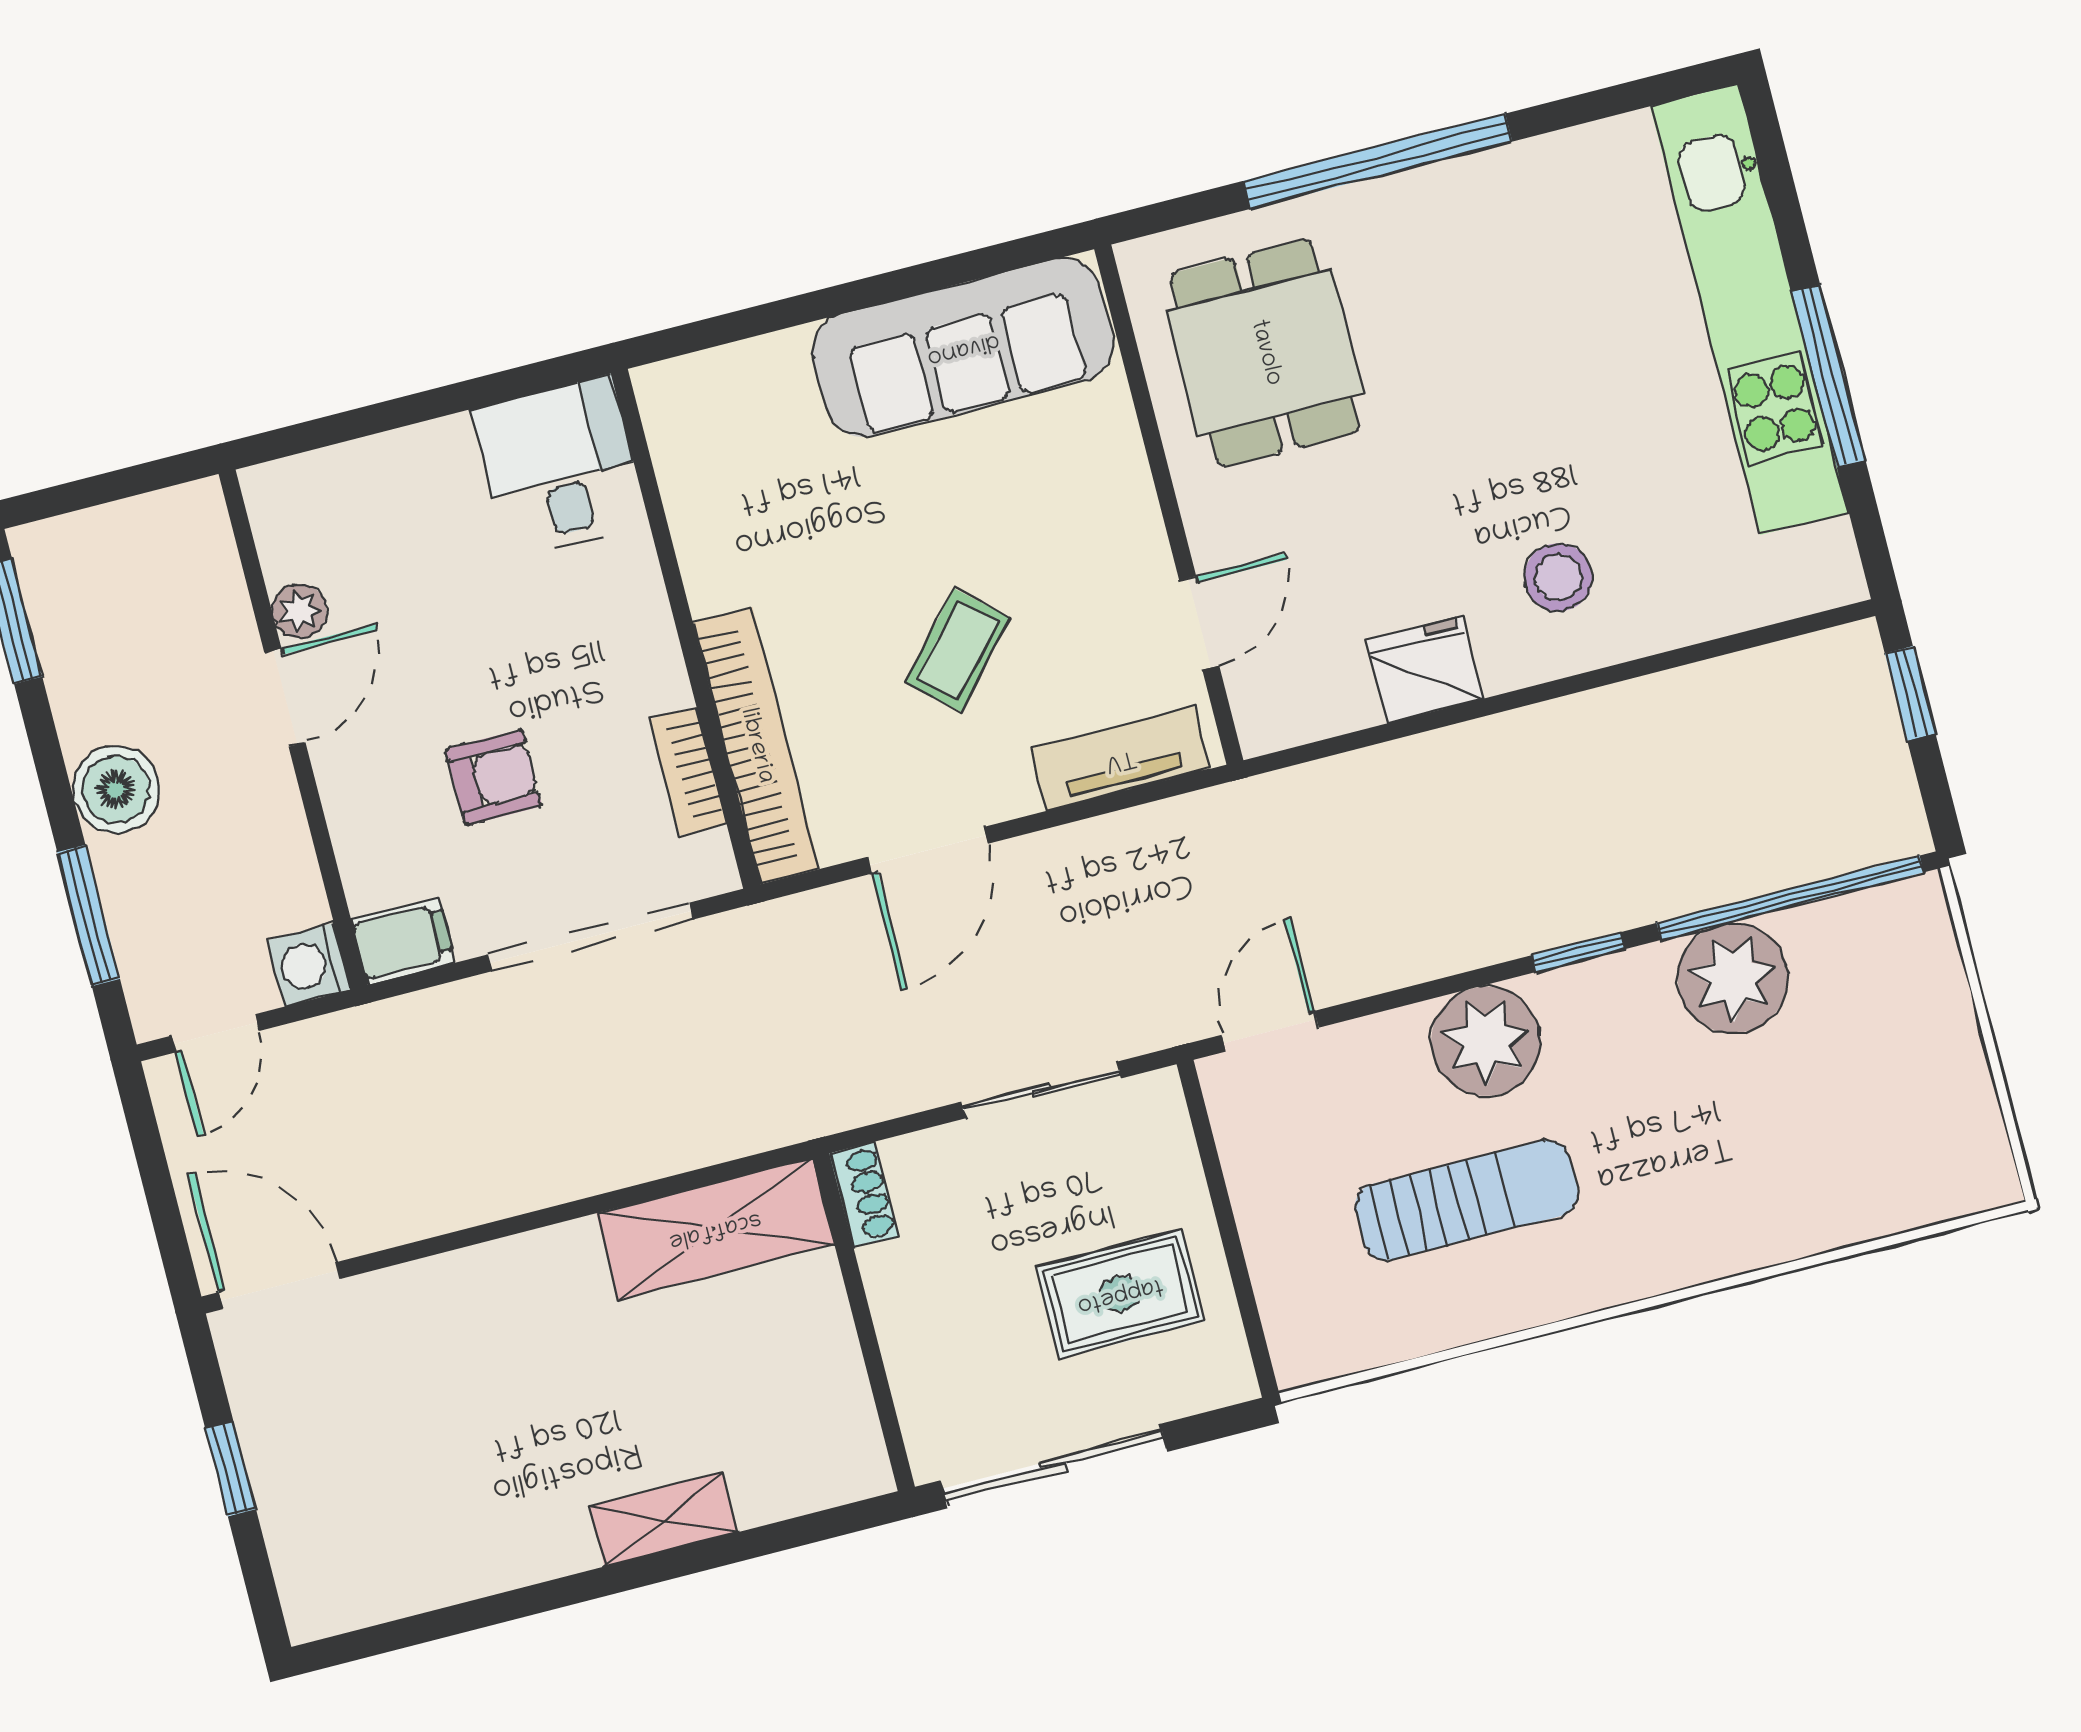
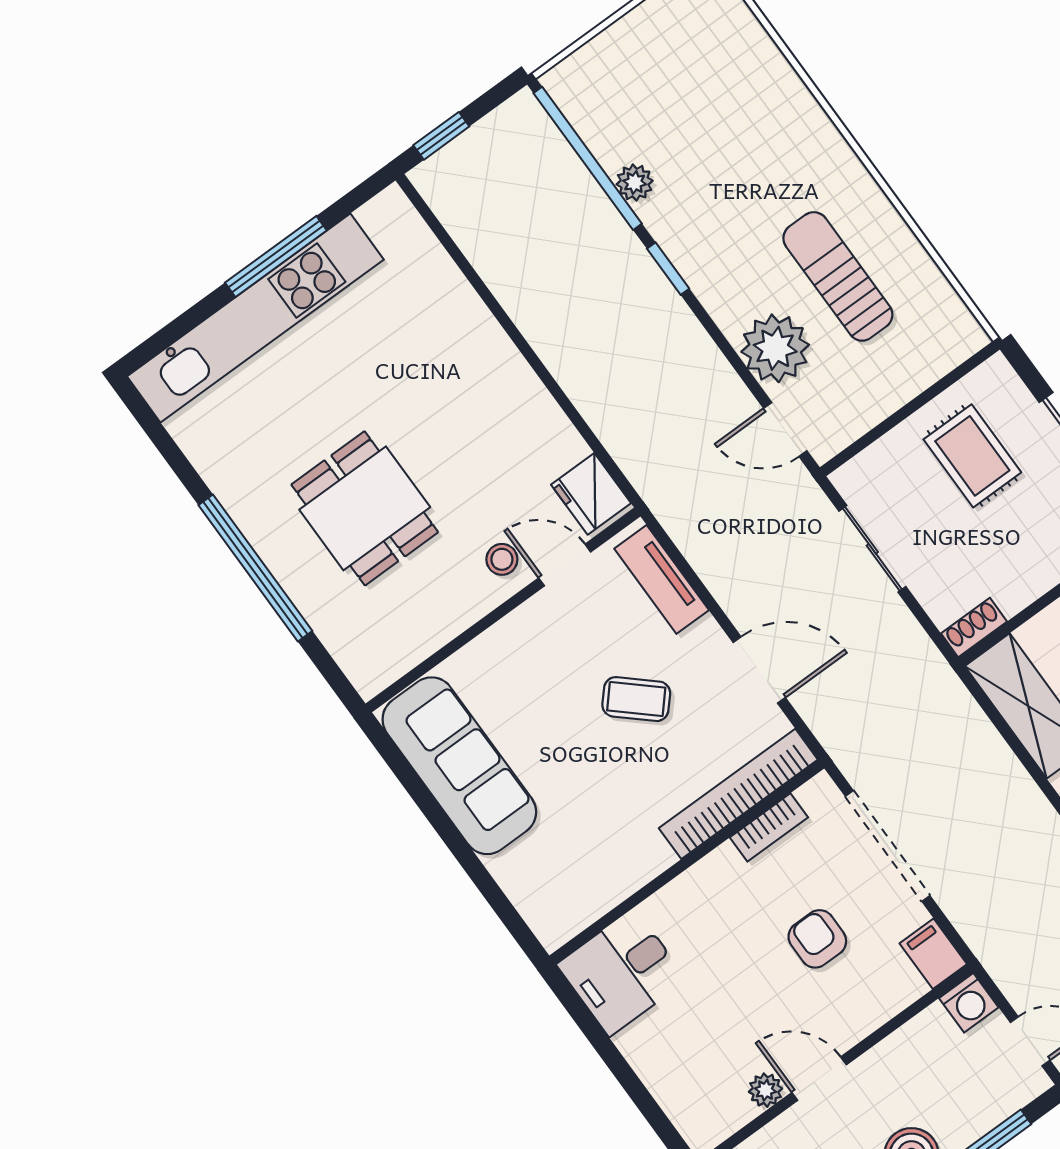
dining table: (1265, 353) -> (365, 508), moved, turned 90
stool: (1558, 577) -> (502, 559), moved, width x0.73, depth x0.73
fridge: (1424, 670) -> (591, 494), moved
plant: (1733, 978) -> (635, 183), width x0.53, depth x0.53
plant: (1486, 1041) -> (775, 348), moved

